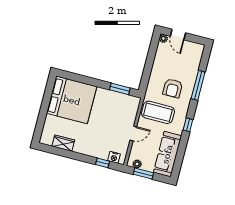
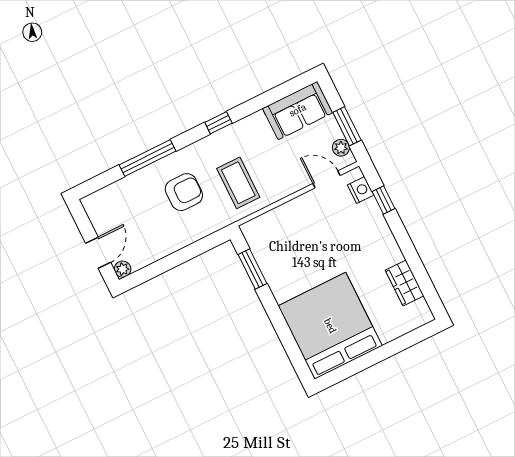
coffee table: (158, 112) -> (238, 183), width x0.73, depth x0.76
door: (133, 134) -> (326, 179), moved
sofa: (167, 154) -> (298, 110), width x0.73

